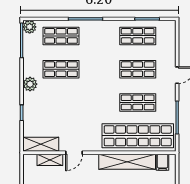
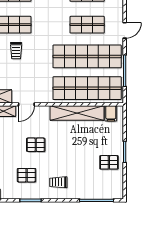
trolley: (63, 96) -> (16, 51), added
shop shelf: (138, 102) -> (87, 56), width x2.00, depth x1.36

